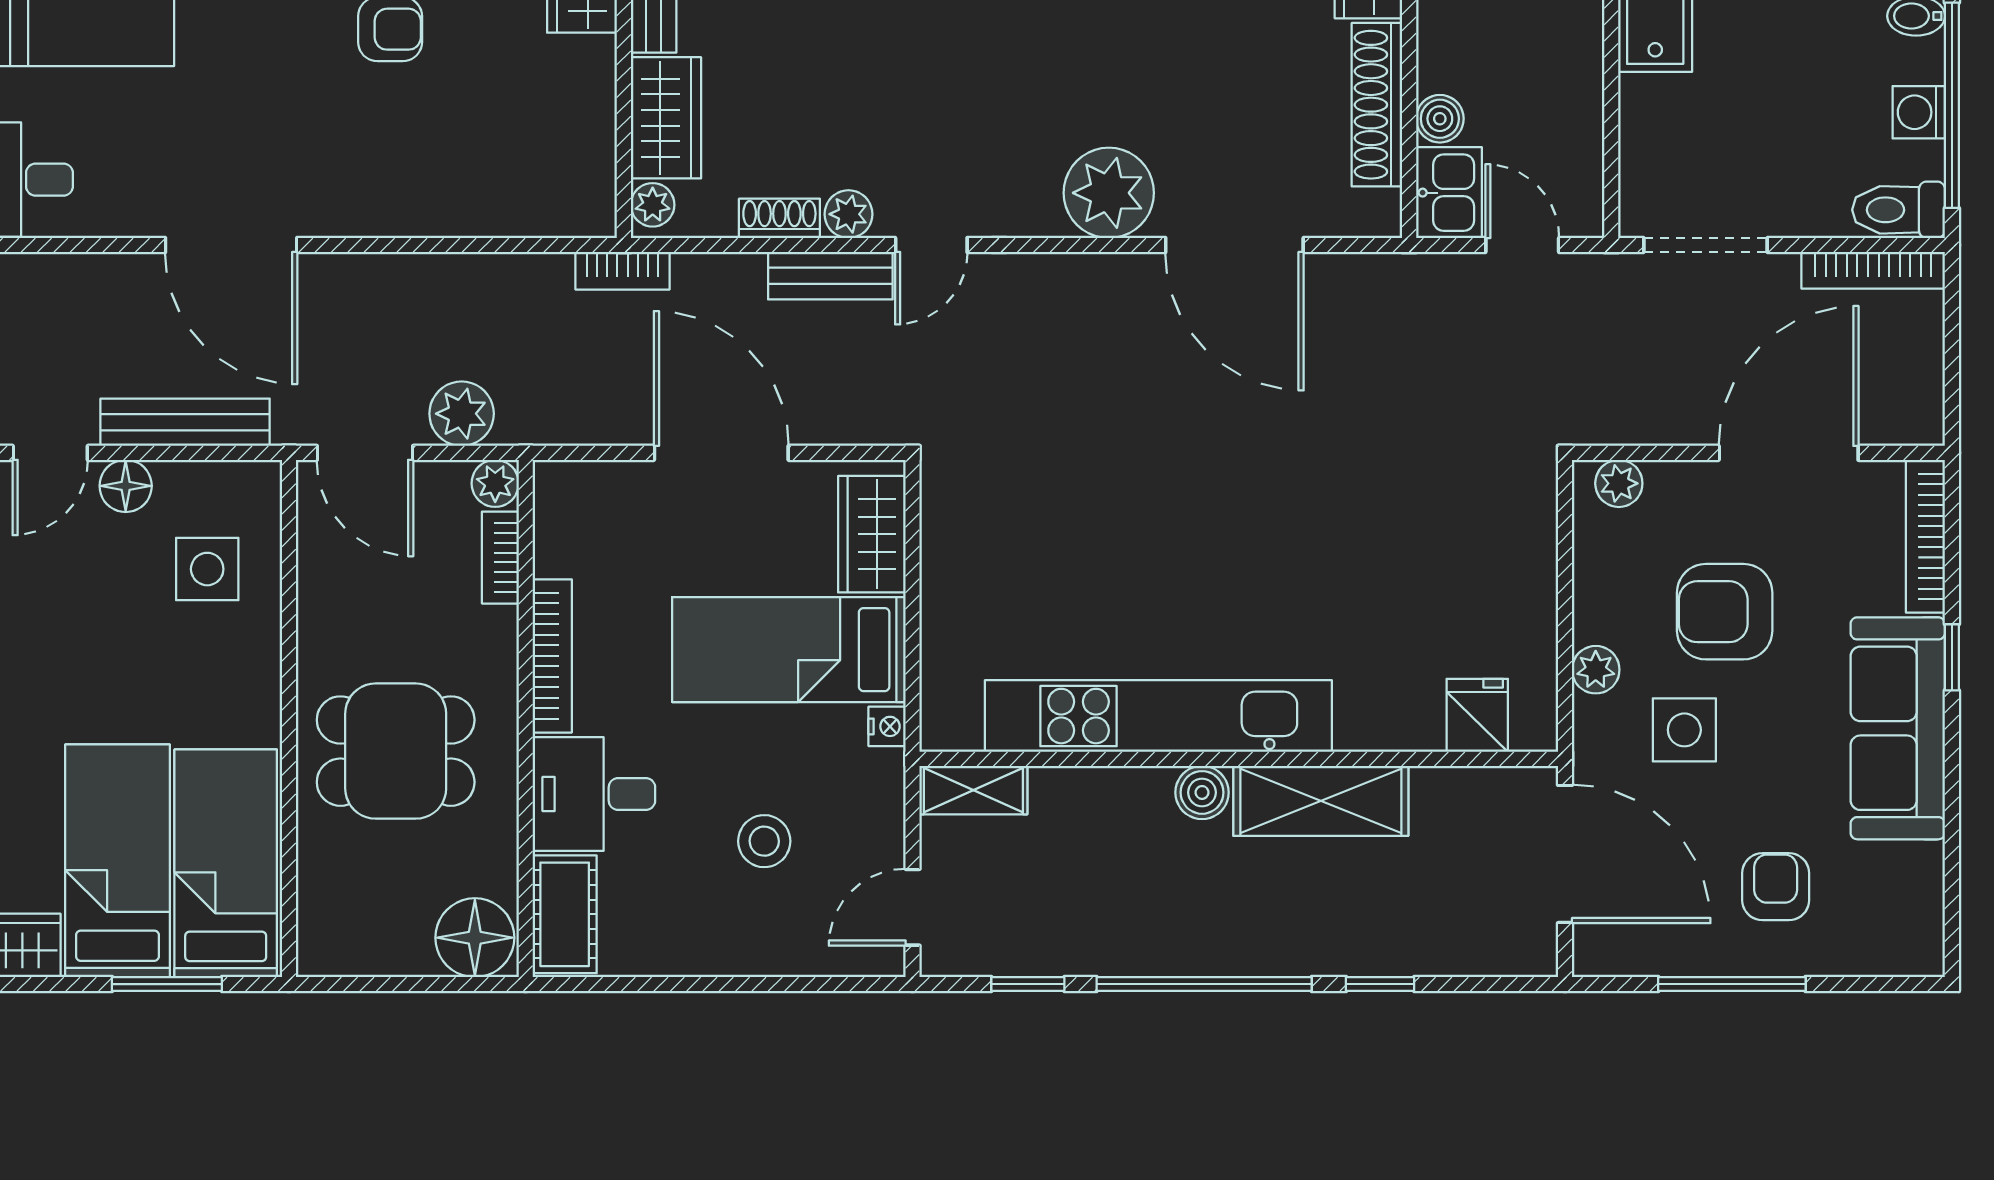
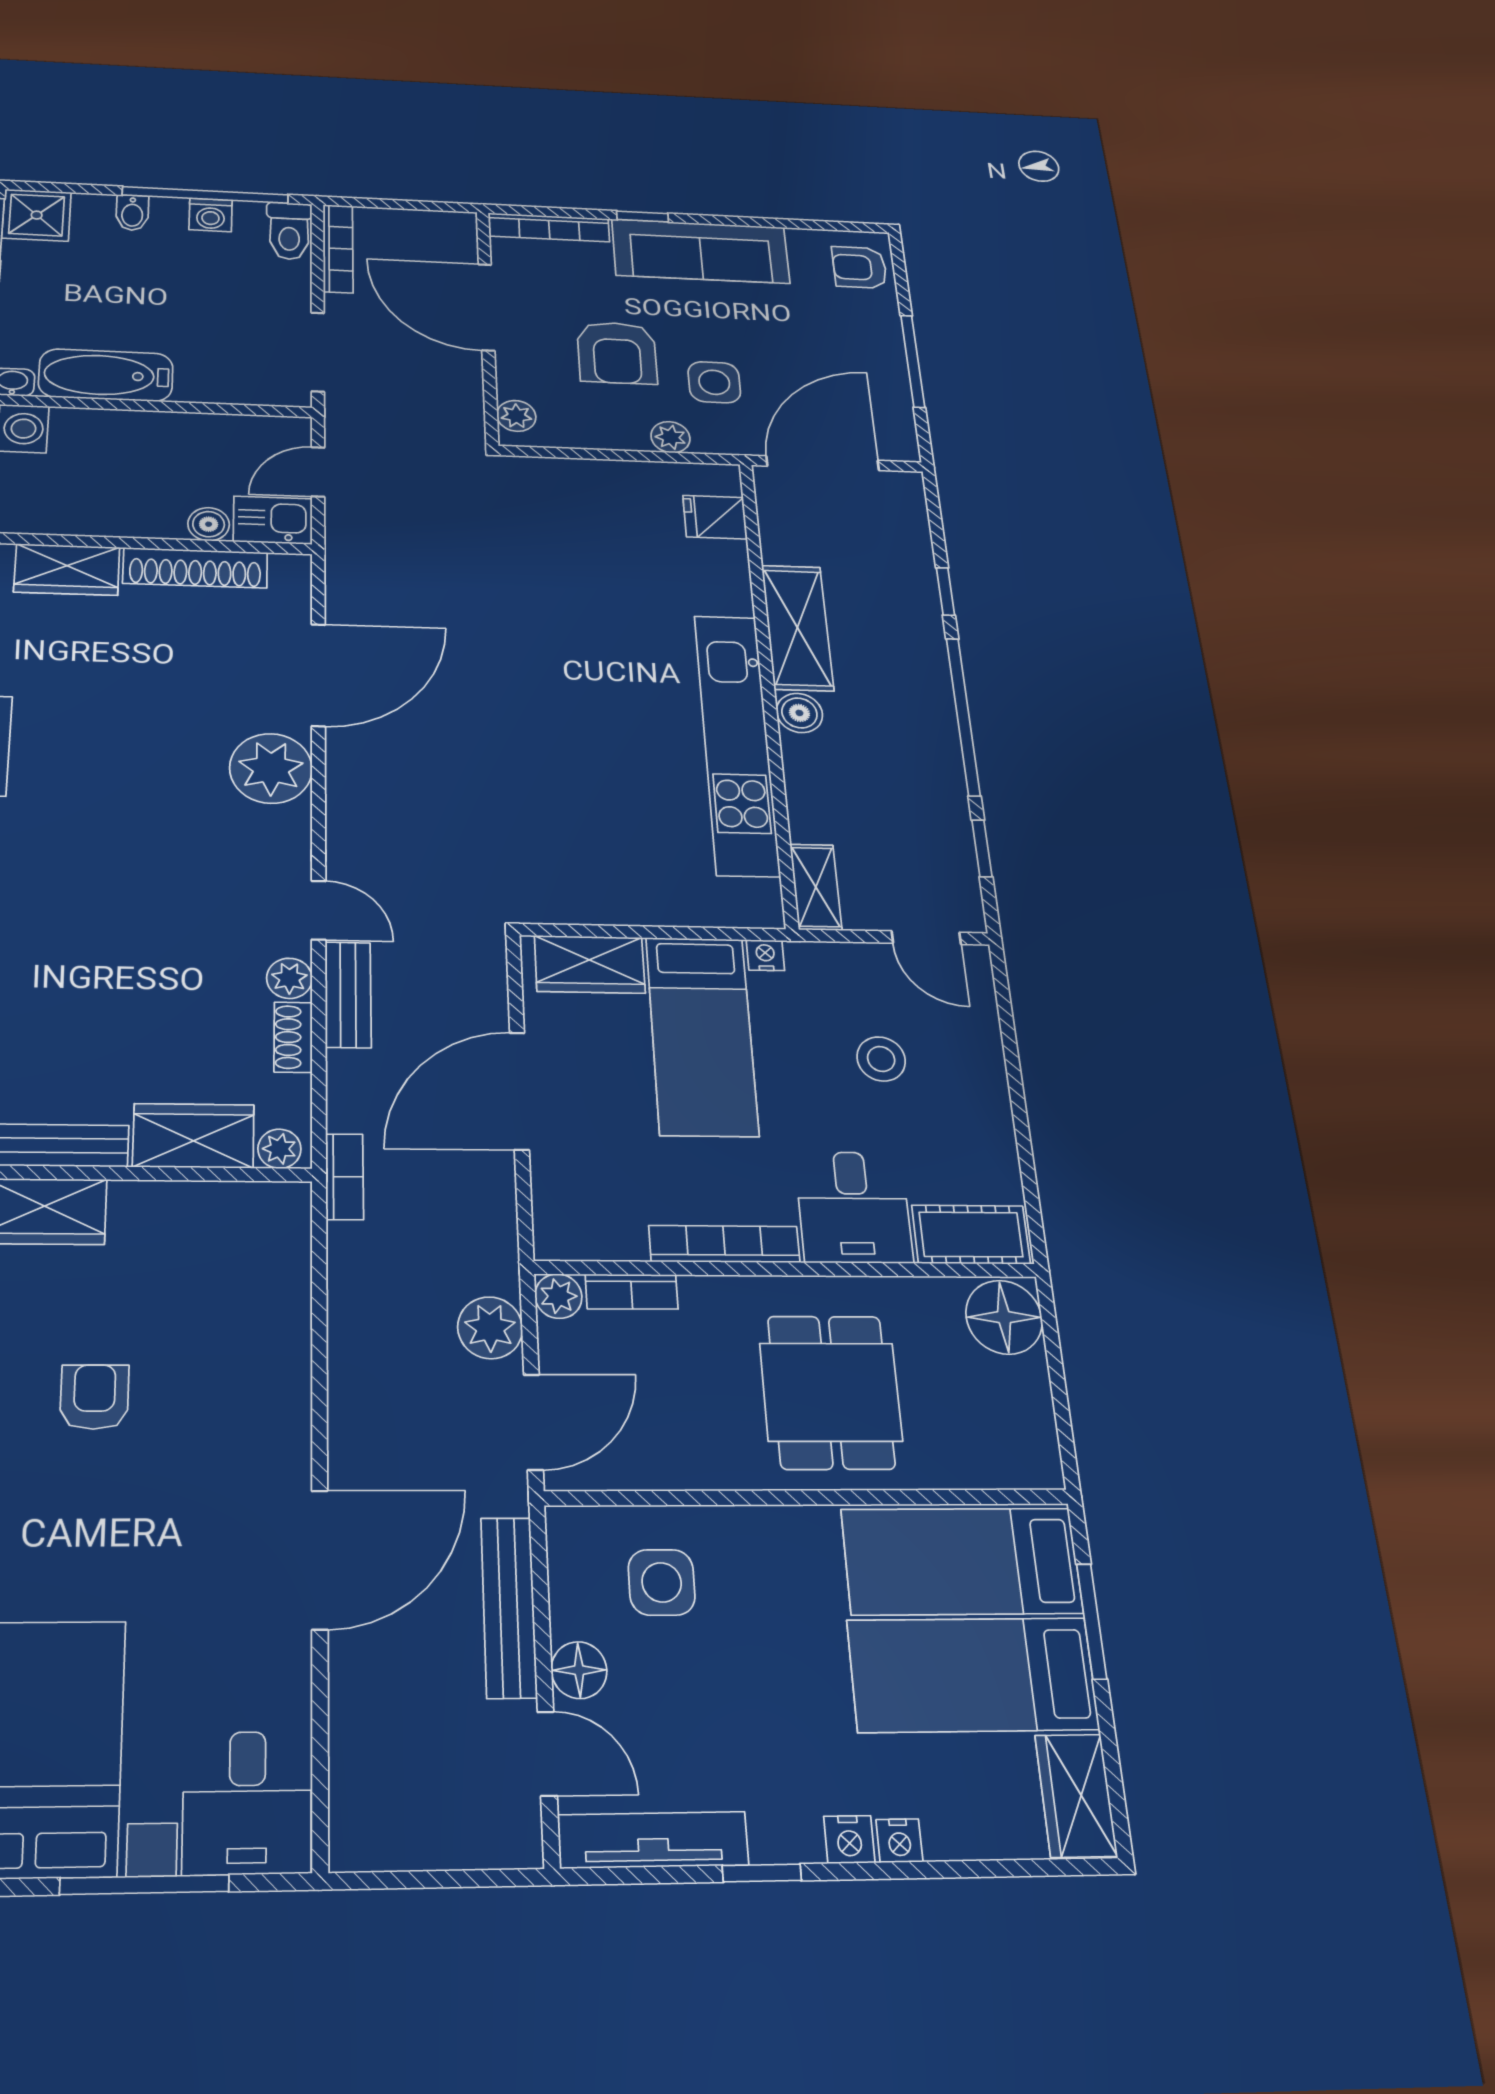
armchair: (1776, 887) -> (860, 267), moved

